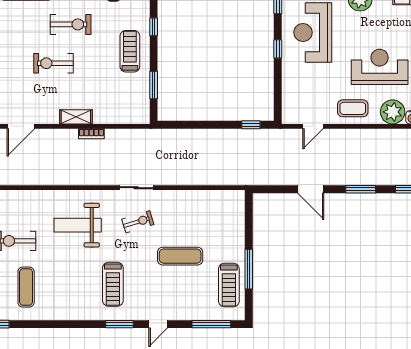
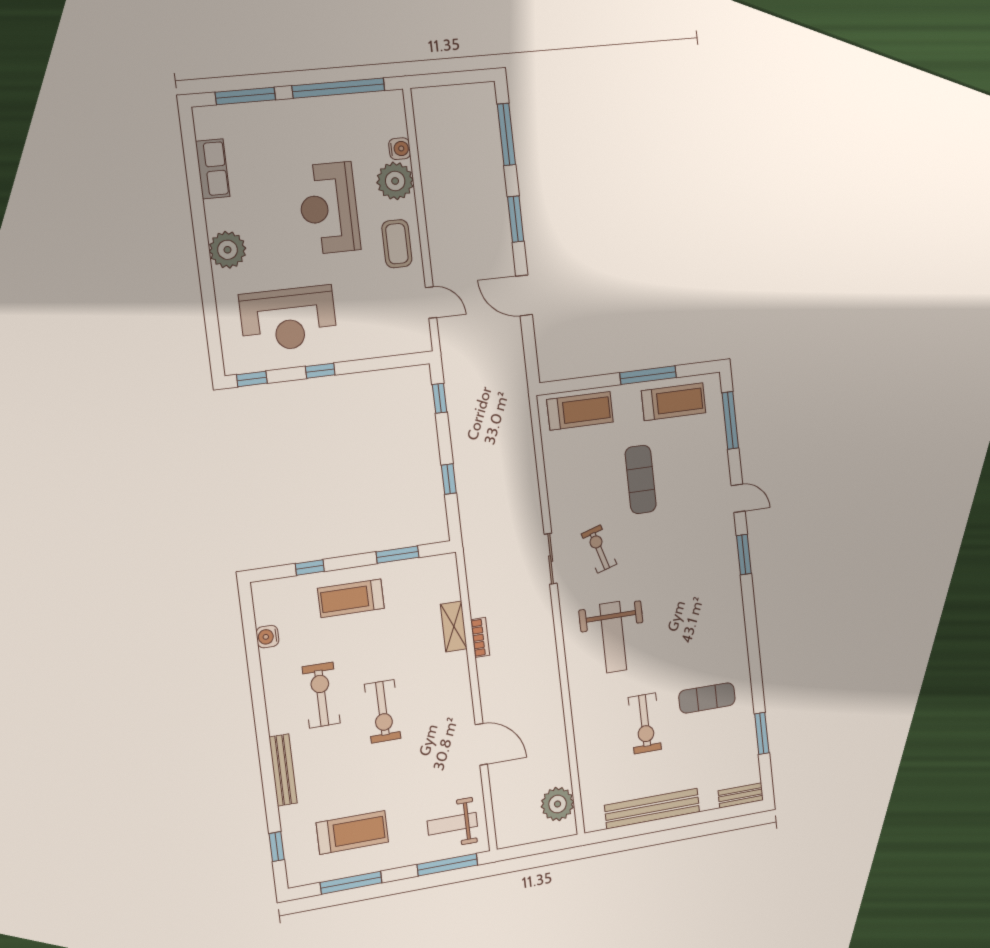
shelving: (76, 117) -> (454, 626), moved
window: (198, 125) -> (449, 479), added
door: (311, 189) -> (524, 295), swing flipped
treadmill: (113, 284) -> (580, 411), moved

